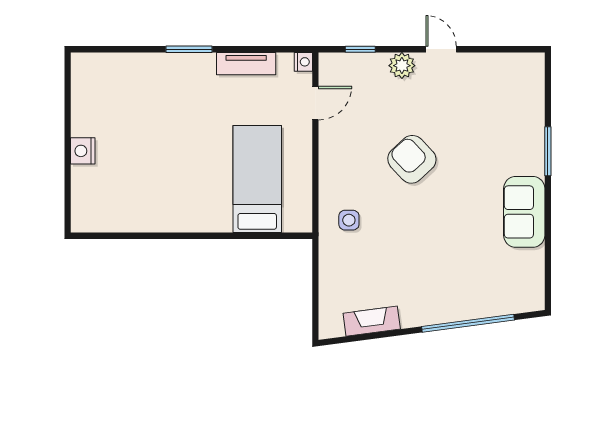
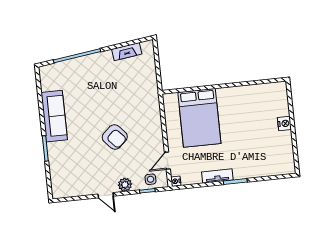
tv unit: (246, 64) -> (217, 176), moved
bed: (257, 179) -> (199, 118), width x1.50
sofa: (524, 212) -> (54, 116), width x1.36
side table: (349, 220) -> (151, 179), moved

